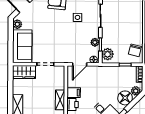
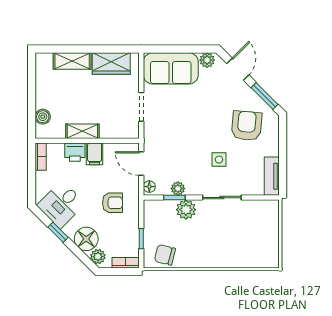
plant: (108, 54) -> (186, 210), moved
wardrobe: (24, 72) -> (111, 63), moved, turned -90
armchair: (103, 82) -> (112, 203), added

